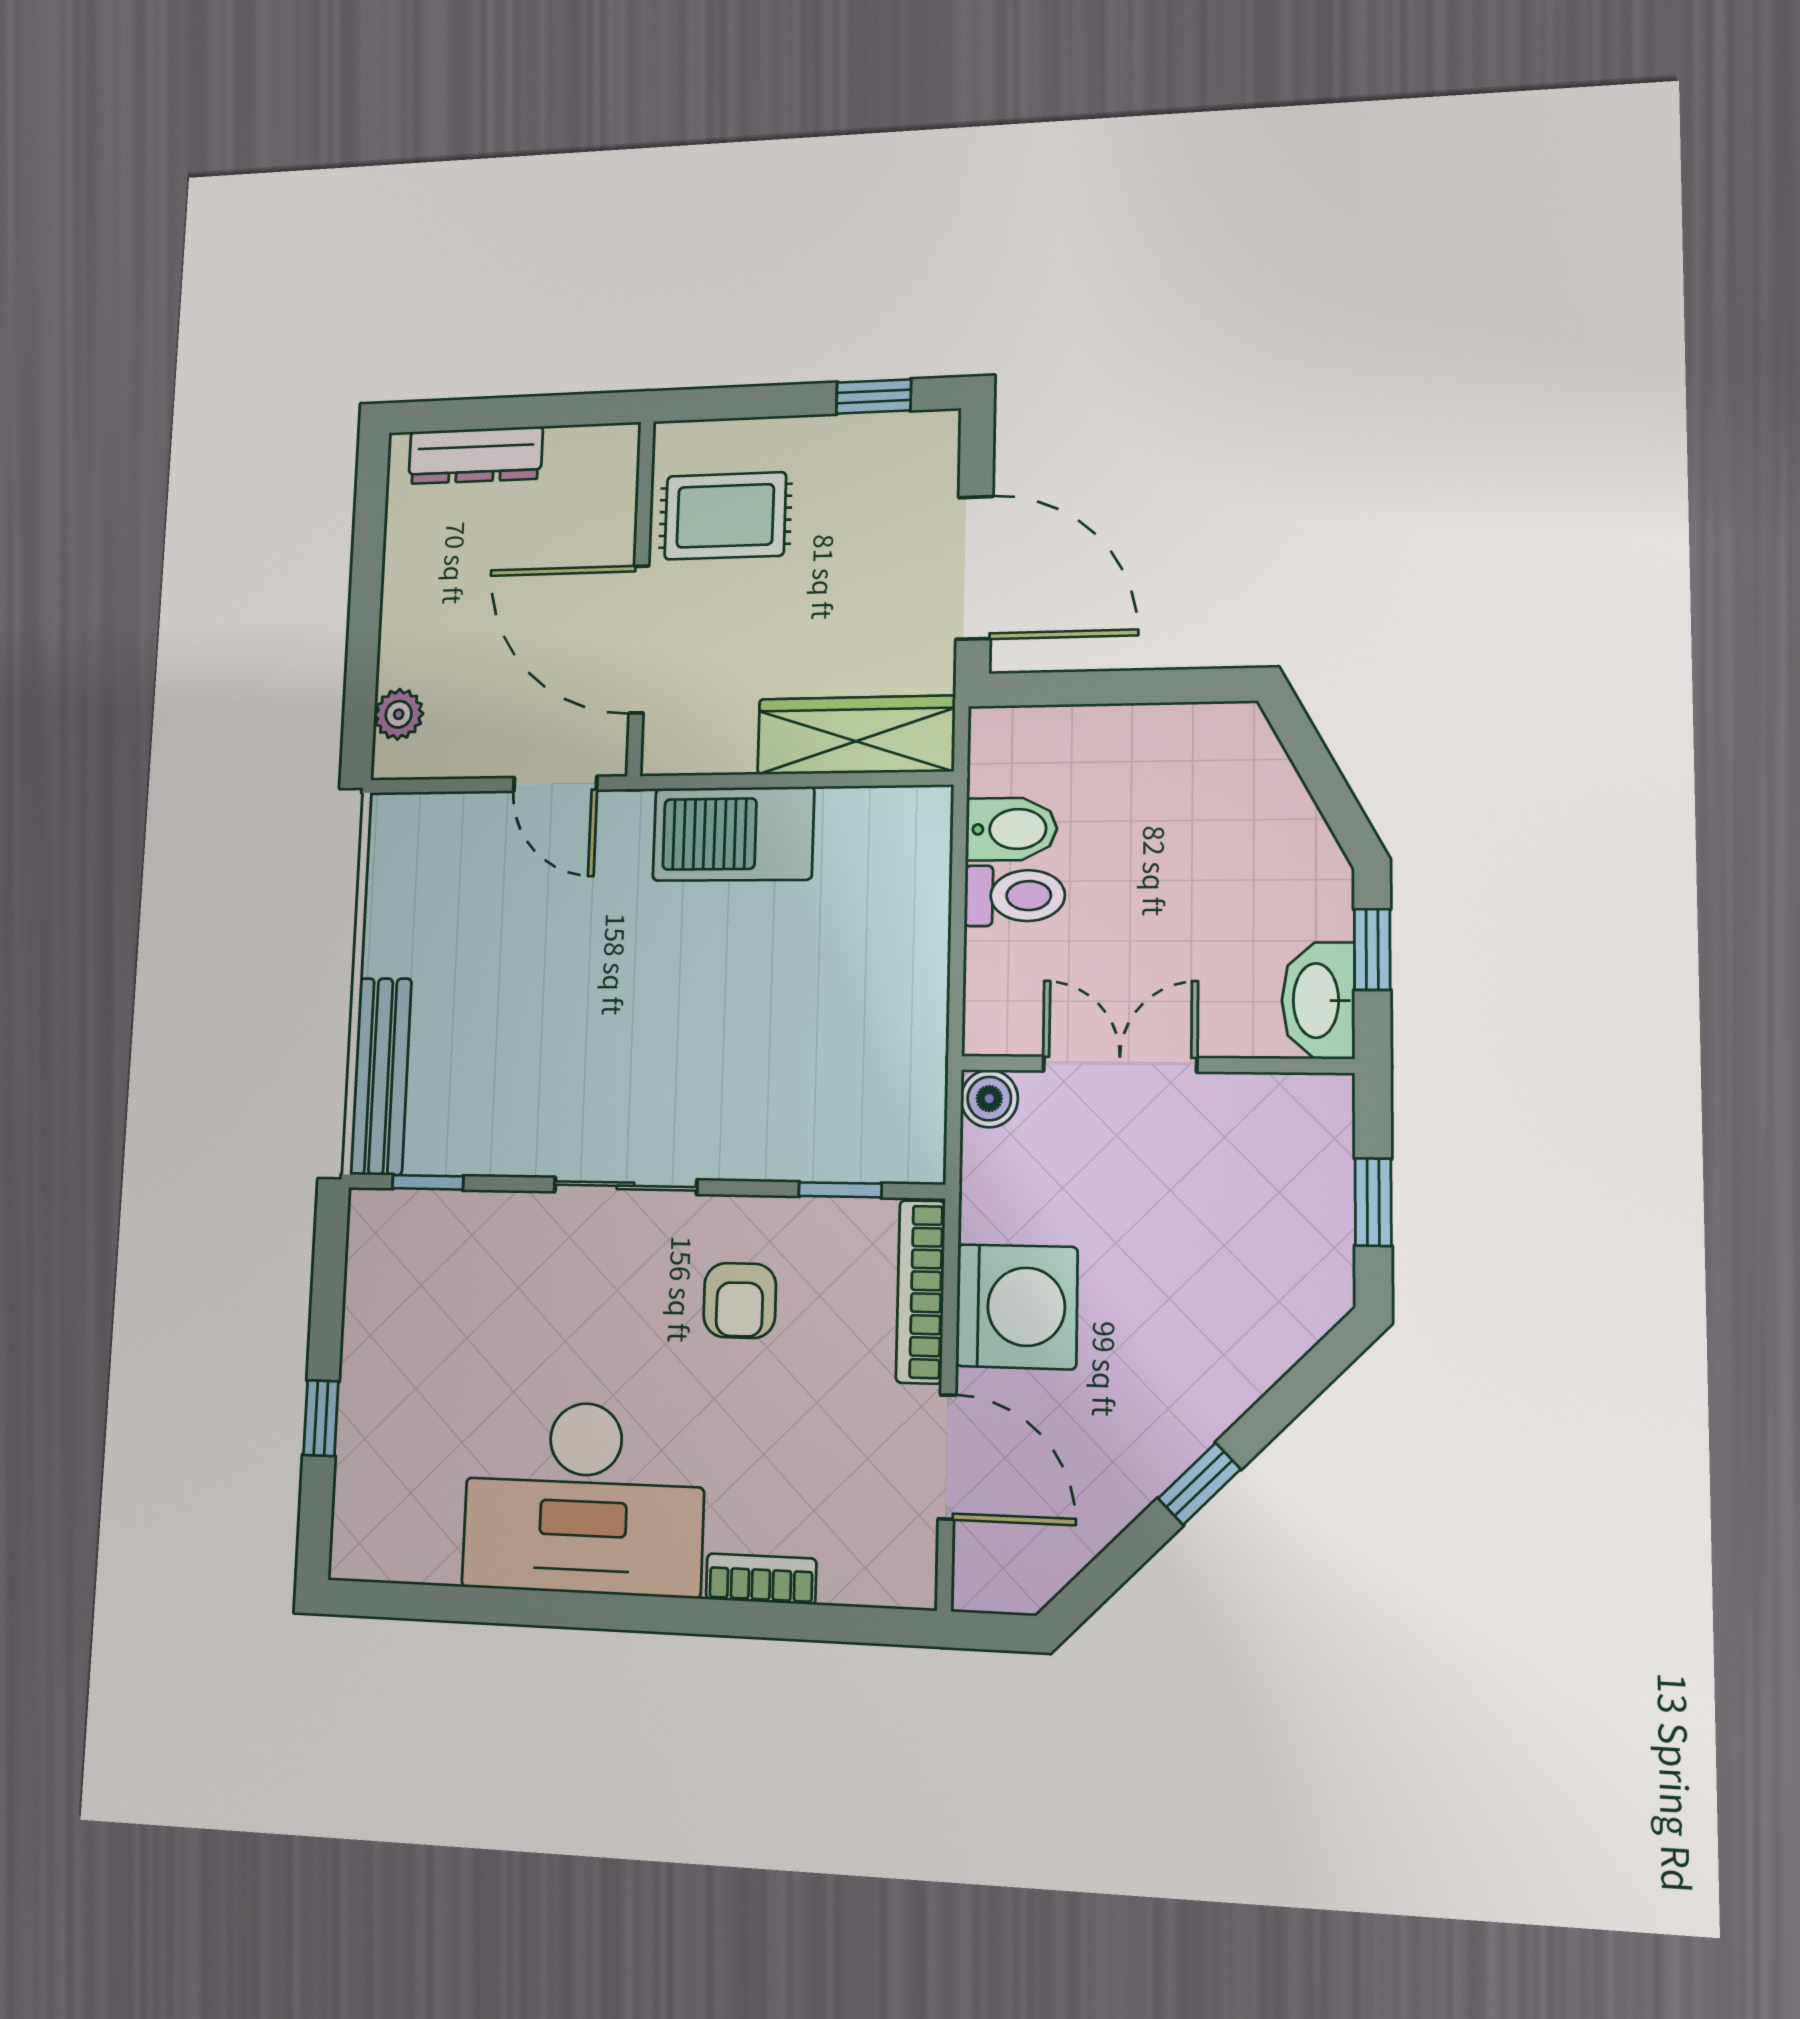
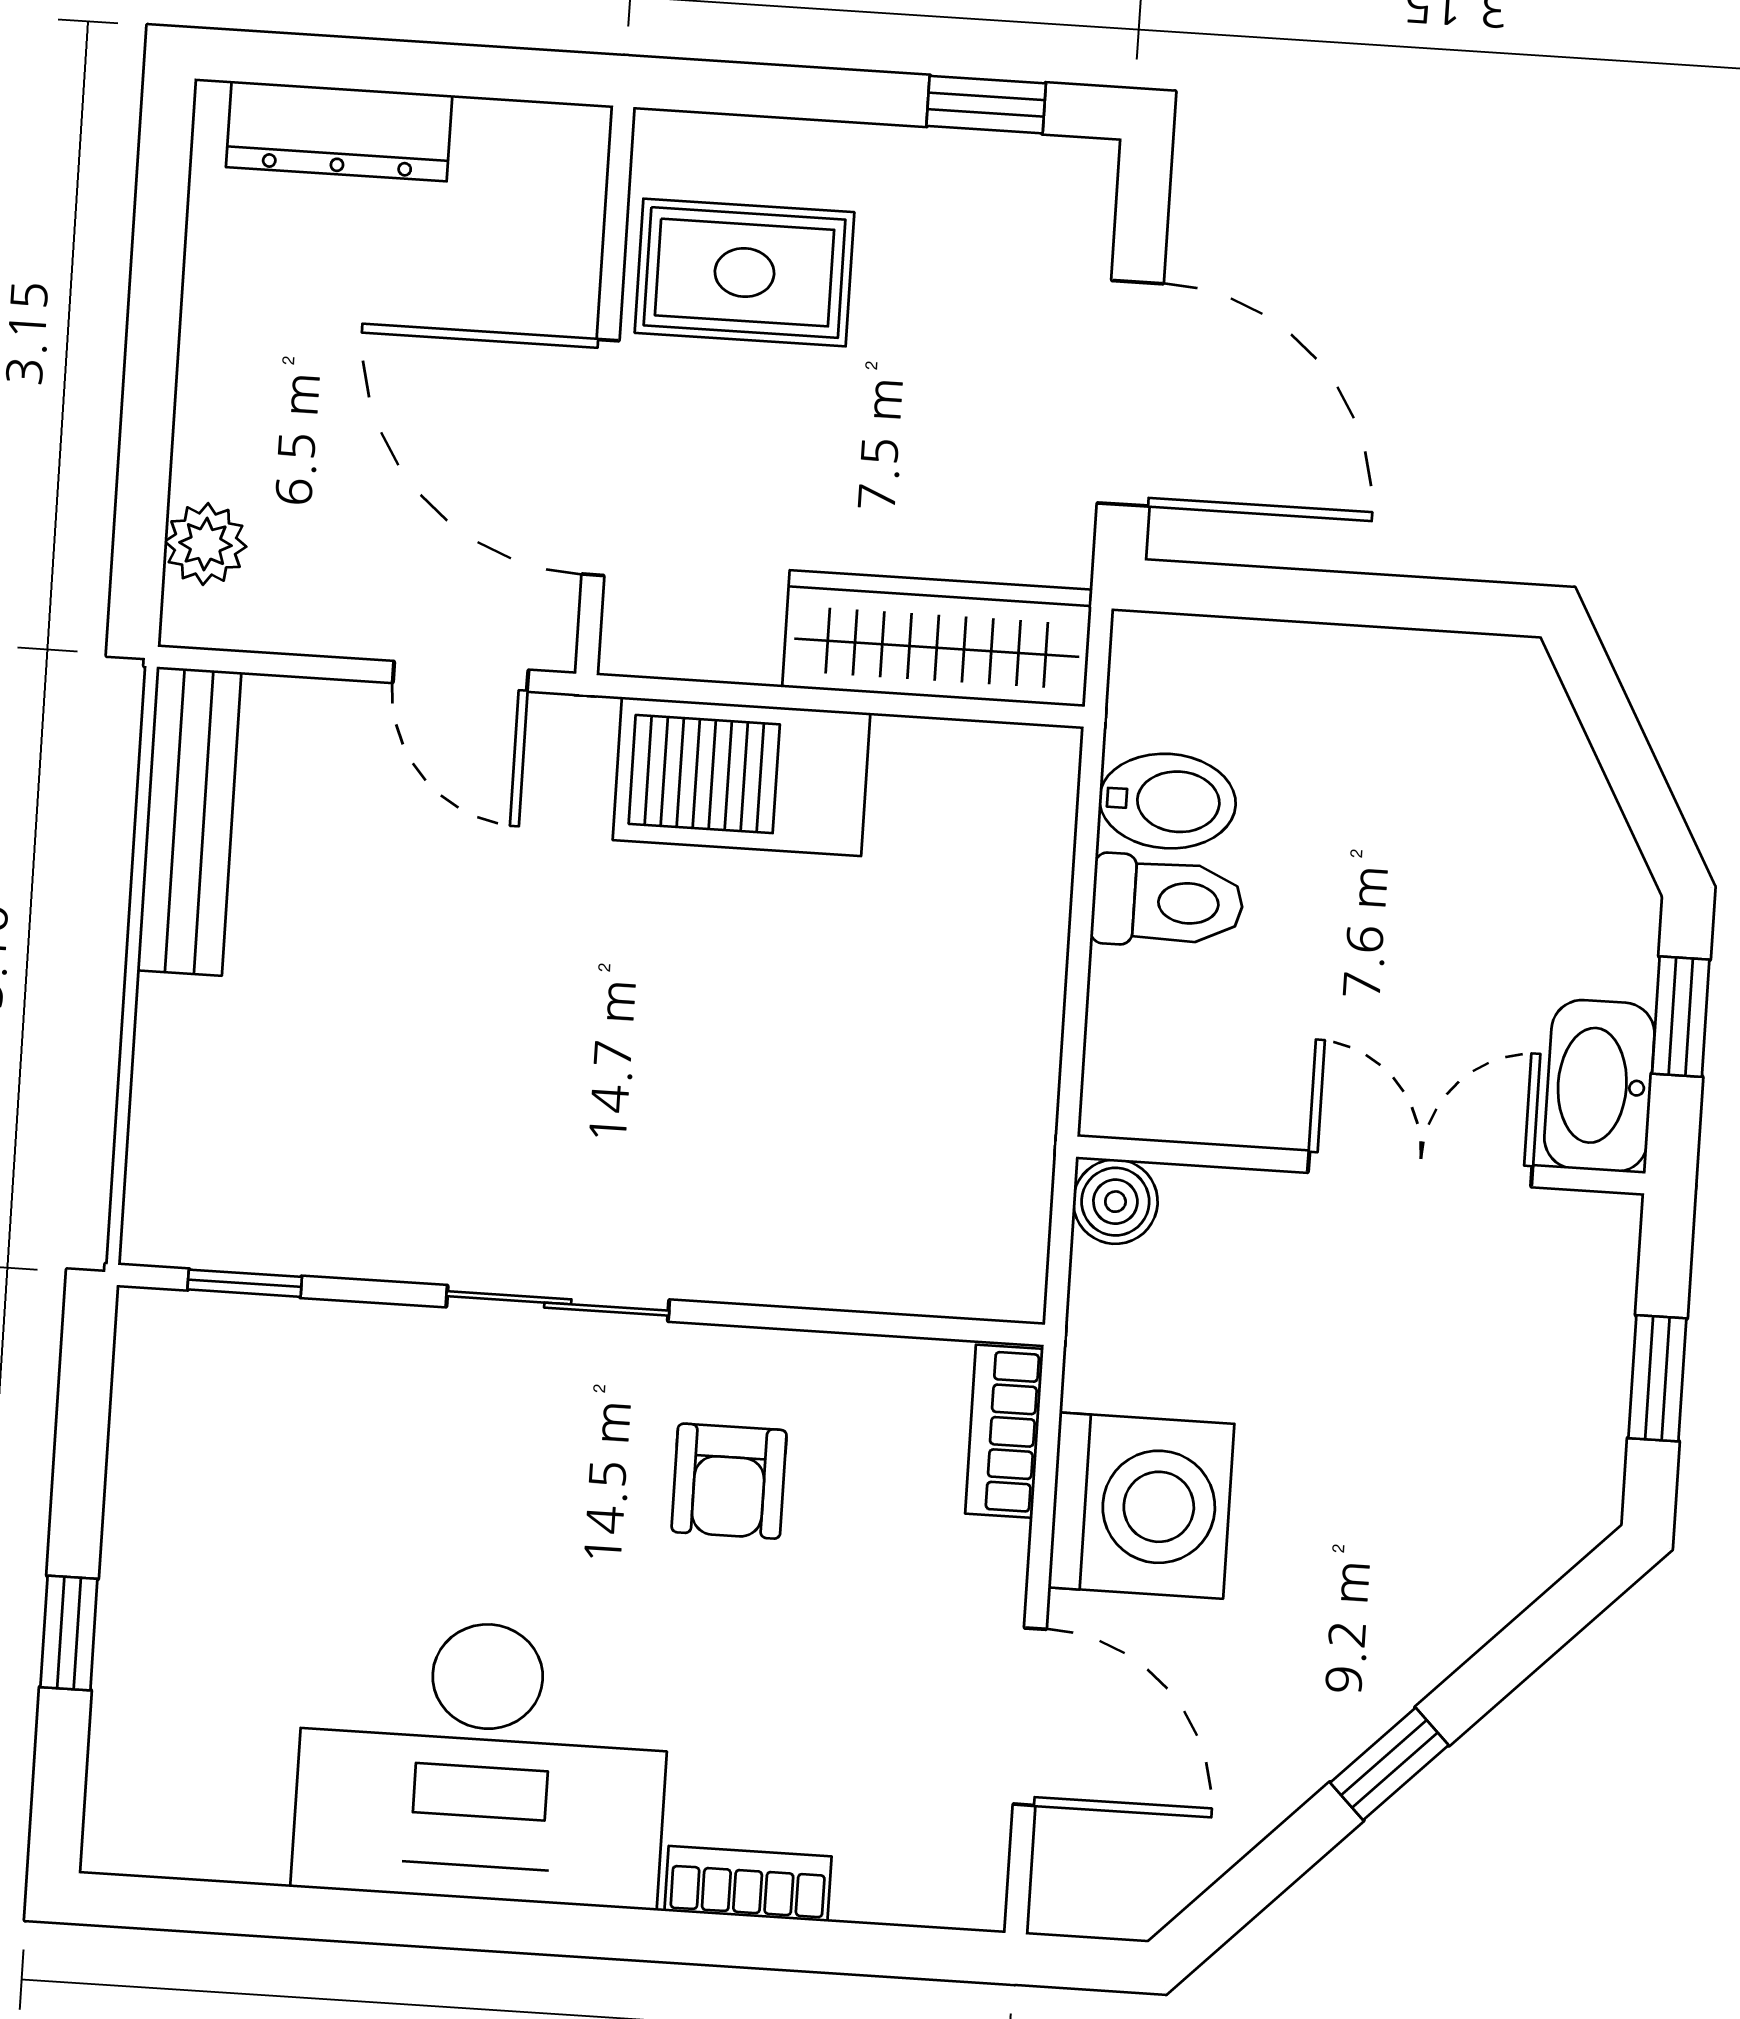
double door: (1120, 1064) -> (1420, 1169), moved
bench: (381, 1076) -> (189, 821), moved
window: (840, 1190) -> (887, 1325), removed
bookcase: (921, 1292) -> (1004, 1431), width x0.64

